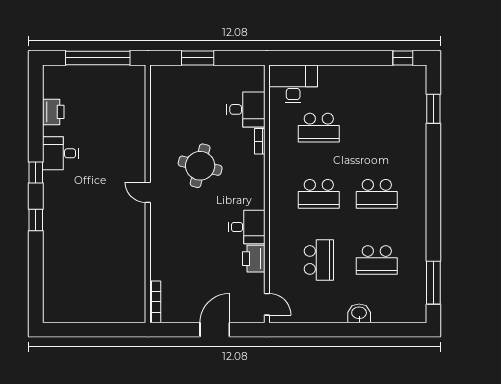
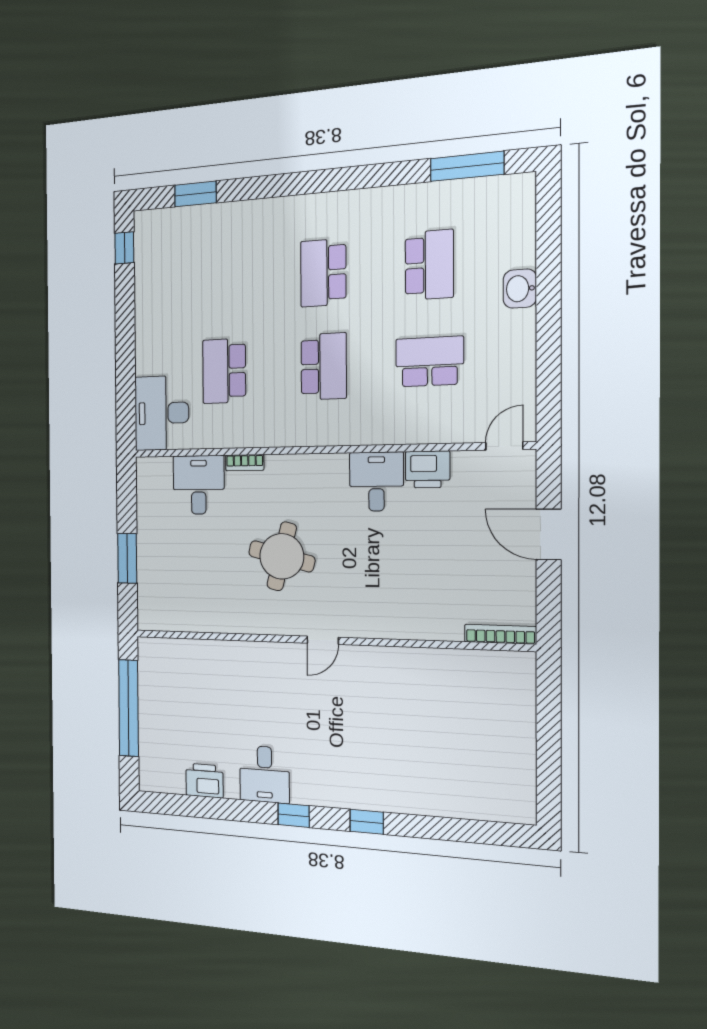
school desk: (319, 128) -> (224, 371), turned 180
school desk: (377, 194) -> (323, 273), turned 180

